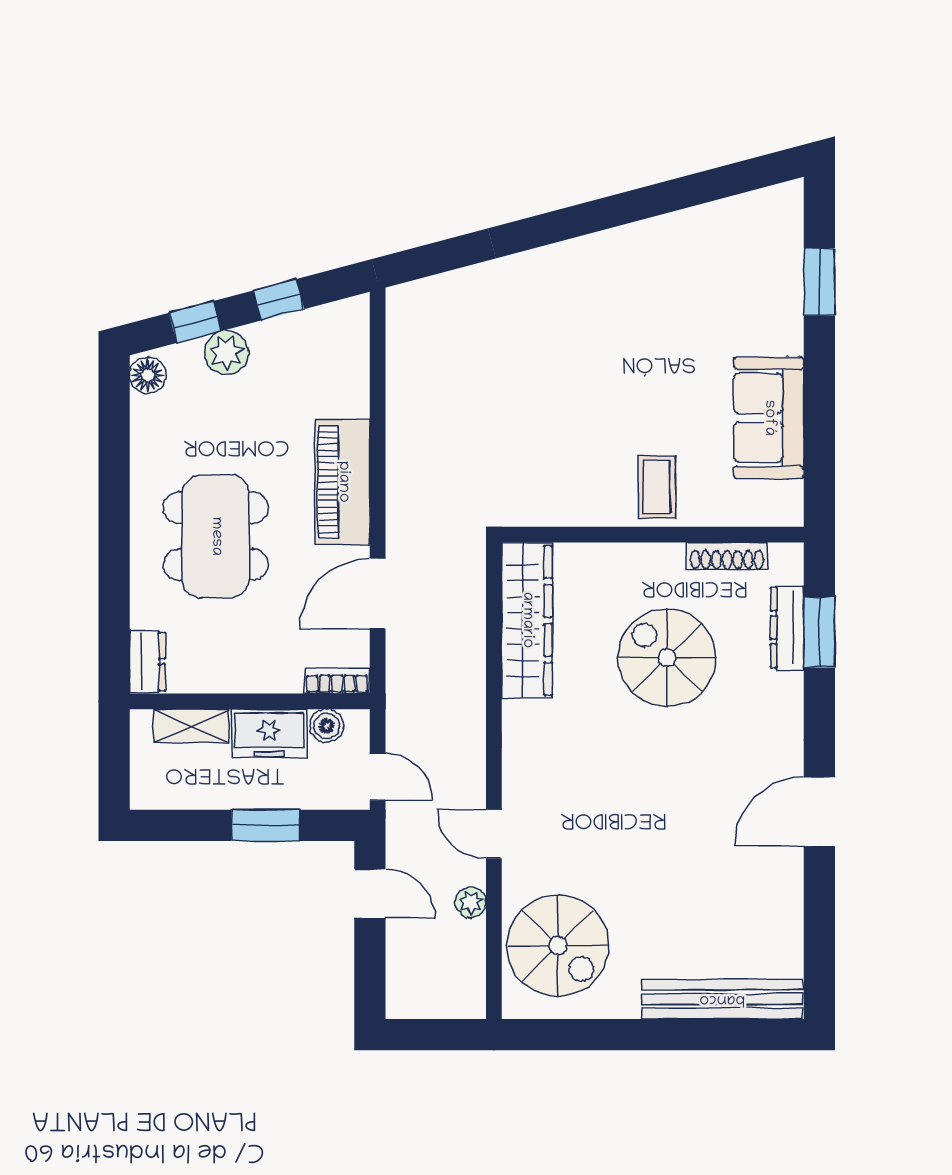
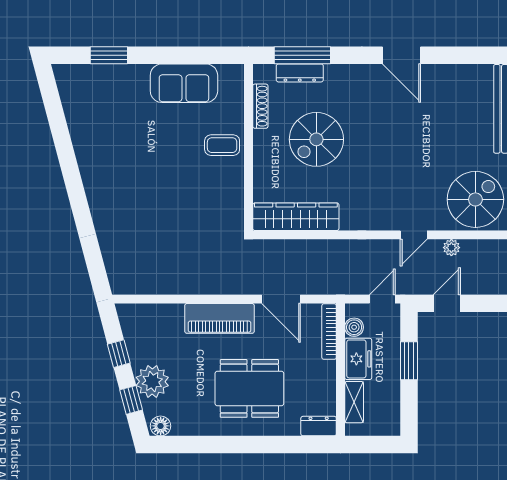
plant: (226, 353) -> (152, 381), width x1.36, depth x1.36
window: (819, 632) -> (302, 55), width x1.44
bookcase: (337, 681) -> (329, 332), width x1.56

